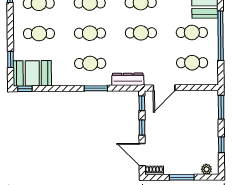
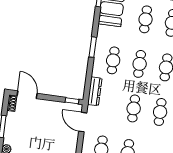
window: (96, 88) -> (93, 47), moved
window: (142, 127) -> (51, 98), removed
door: (142, 155) -> (27, 95), hinge flipped

